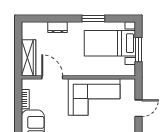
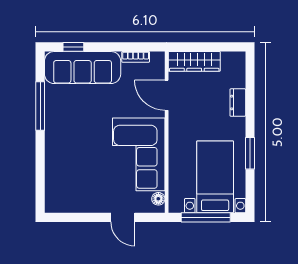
window: (138, 50) -> (206, 217), width x1.44
door: (52, 77) -> (167, 95), swing flipped
floor lamp: (125, 83) -> (158, 199), added

